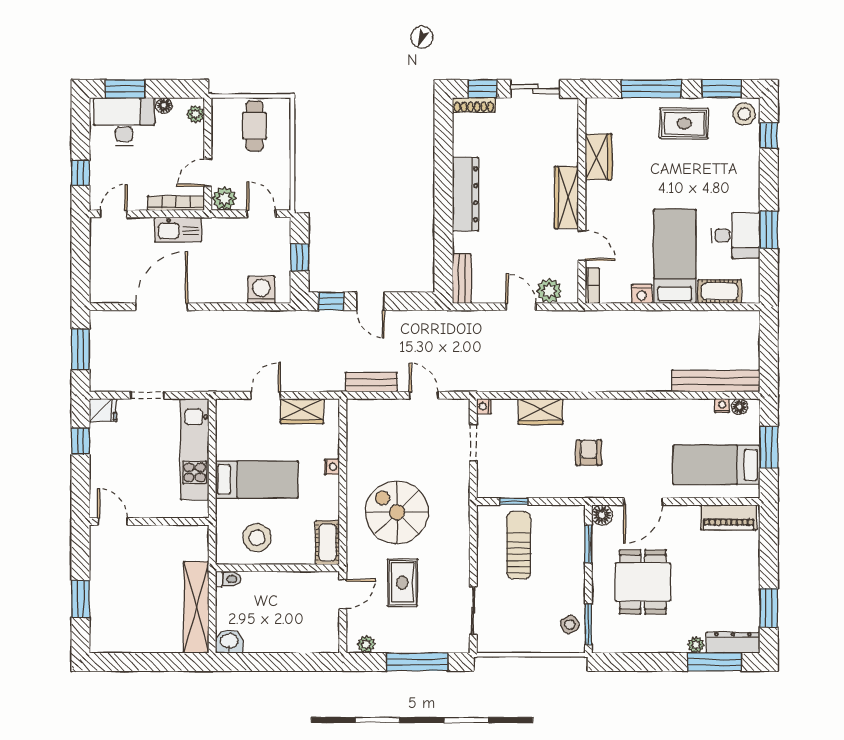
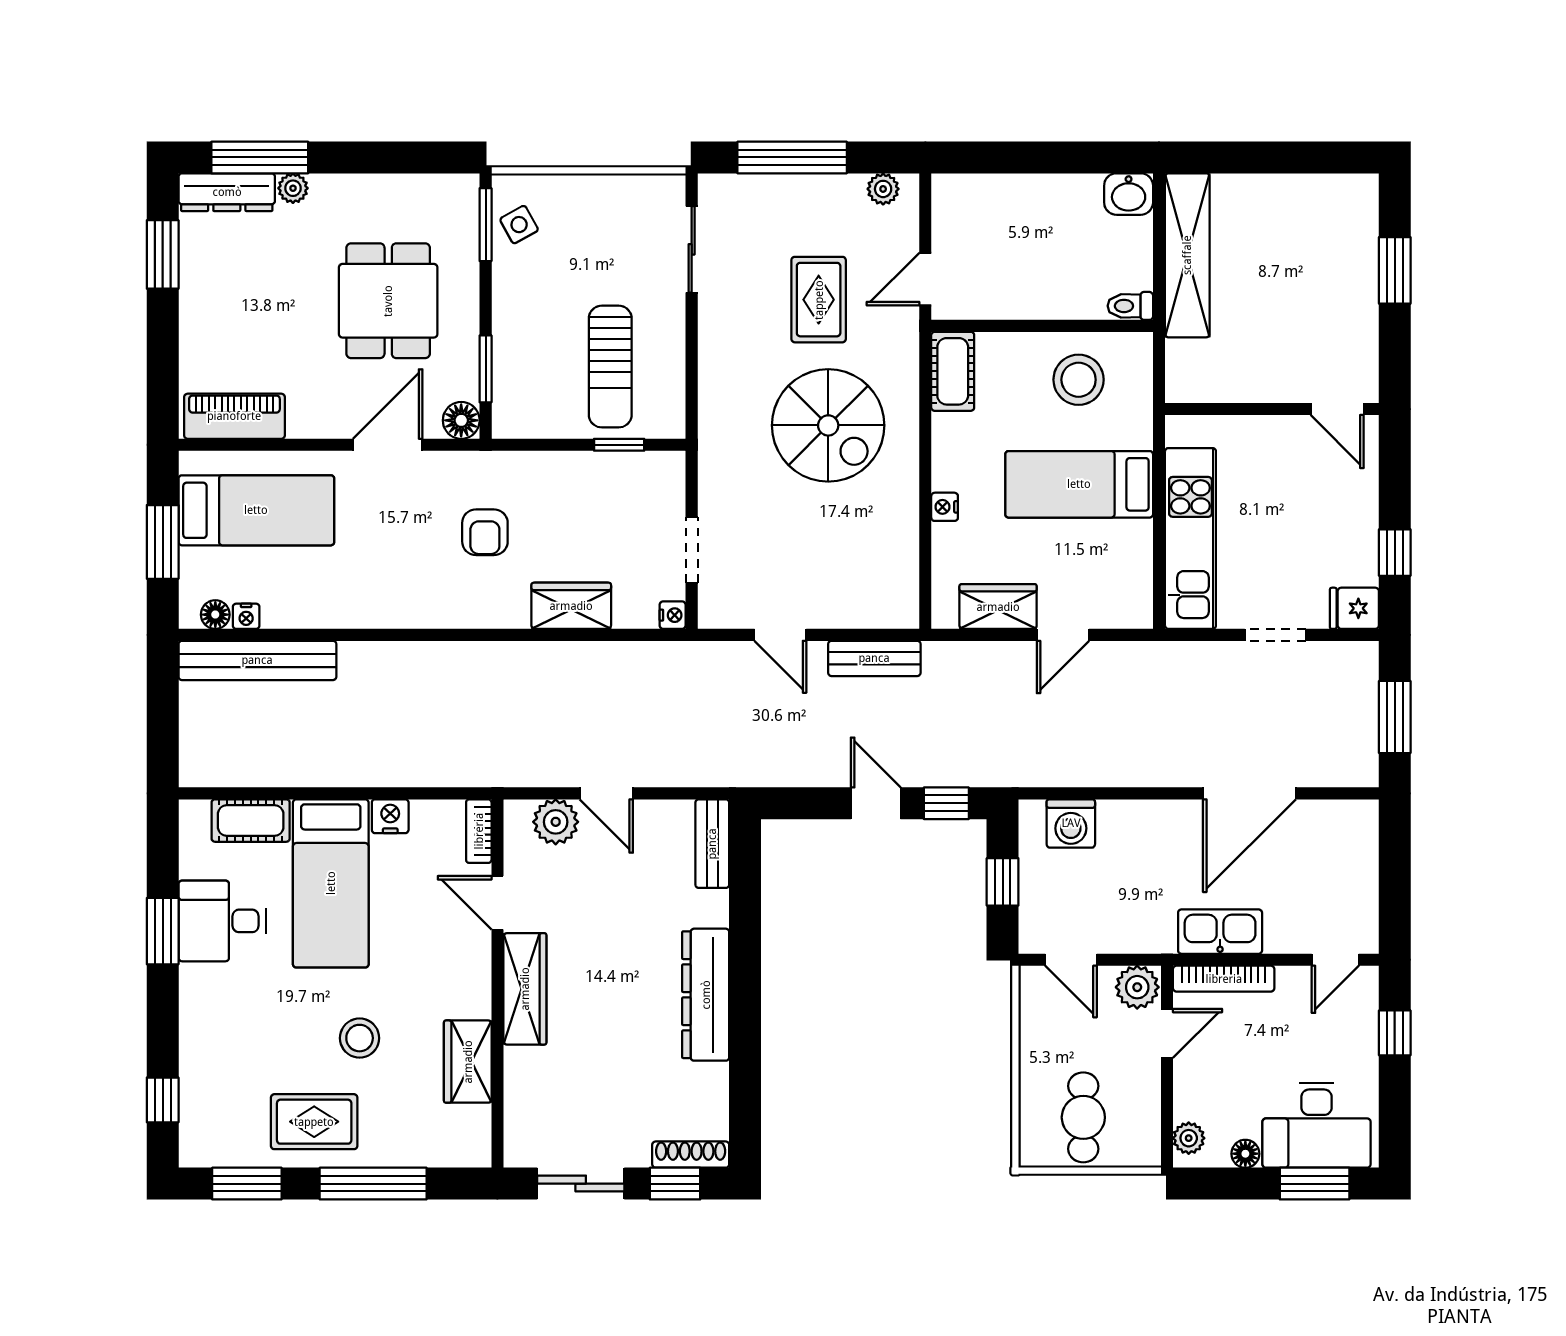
stool: (744, 114) -> (360, 1038), moved

